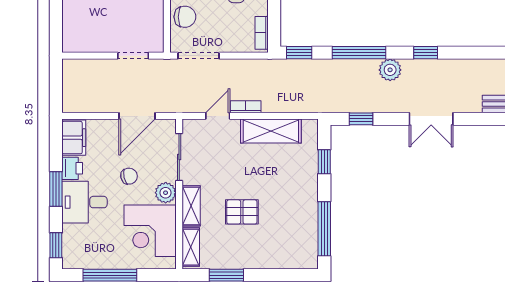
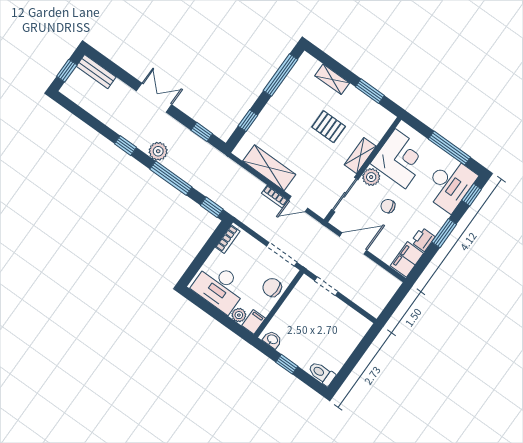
desk: (84, 202) -> (450, 184), moved, width x1.37
shelving: (191, 247) -> (332, 79), moved, turned 90

